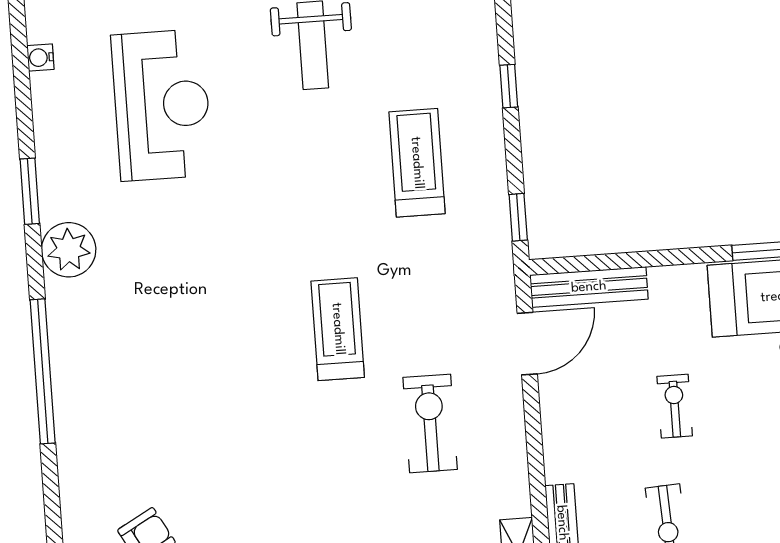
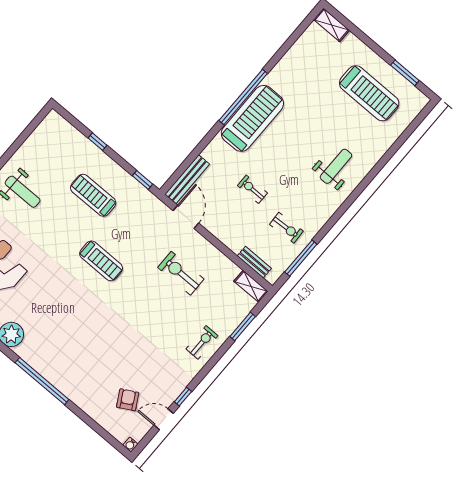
treadmill: (338, 329) -> (101, 261), moved, turned 180

